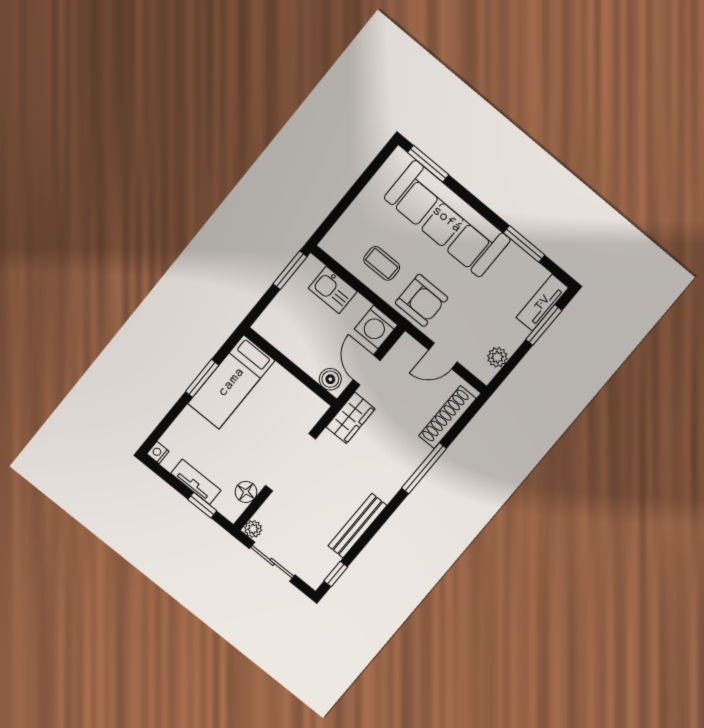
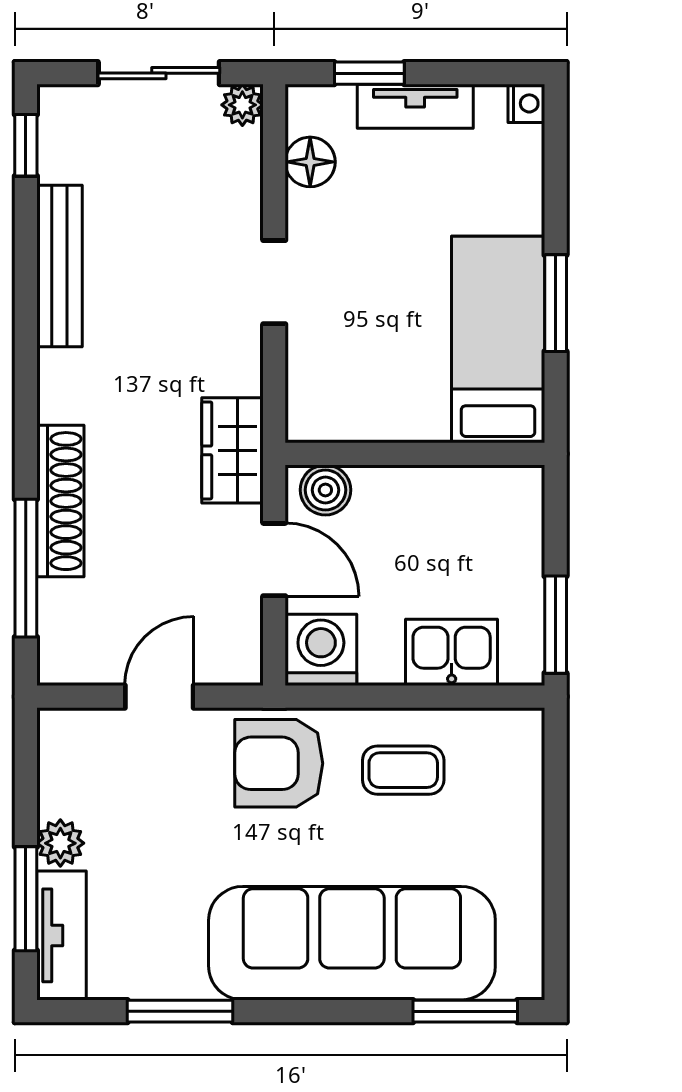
plant: (497, 357) -> (60, 843), moved
shoe rack: (447, 417) -> (60, 501), moved
doorway: (291, 462) -> (274, 282), width x0.53
window: (424, 468) -> (26, 568), moved

